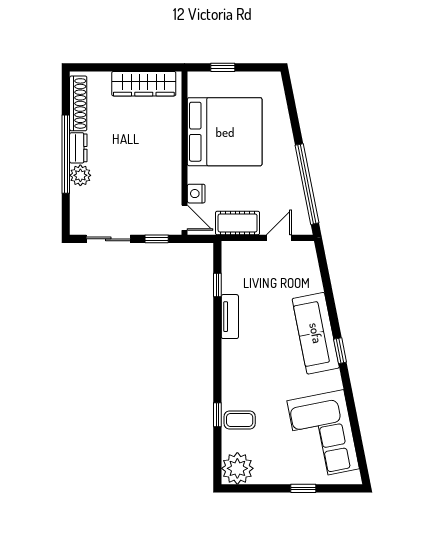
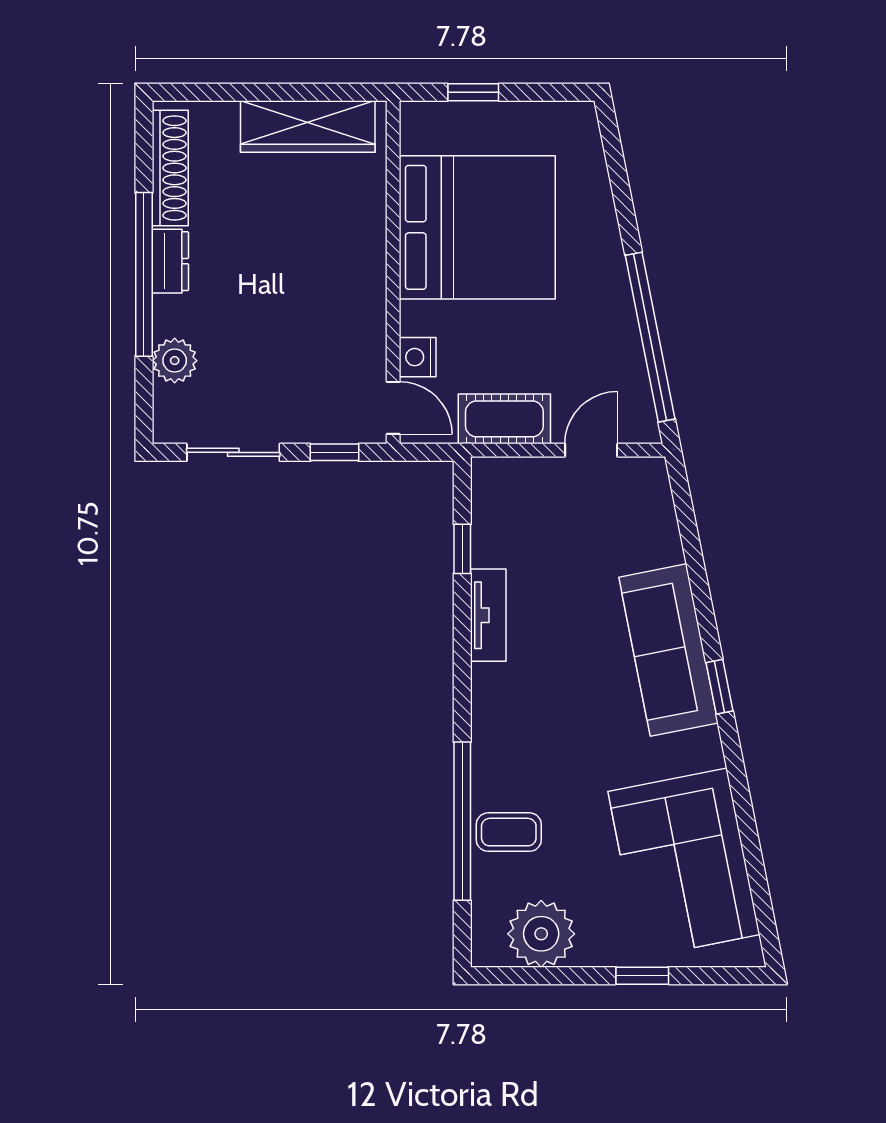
plant: (80, 175) -> (175, 361), moved
window: (217, 415) -> (462, 821), width x3.17
plant: (237, 468) -> (541, 934), moved

